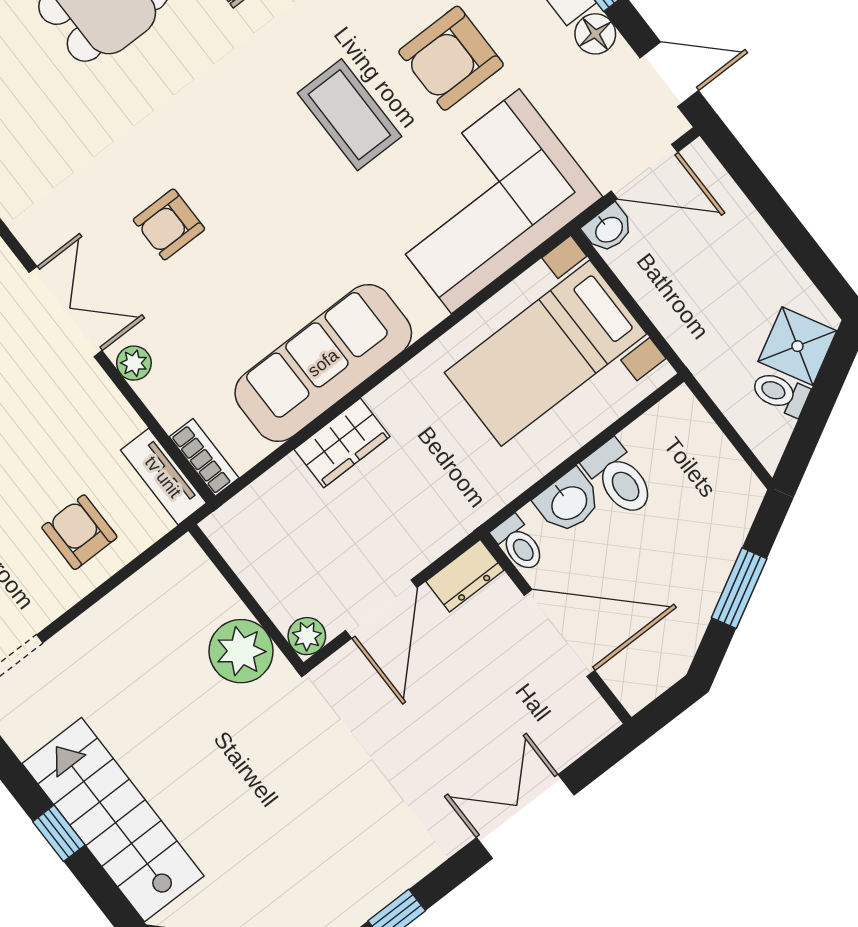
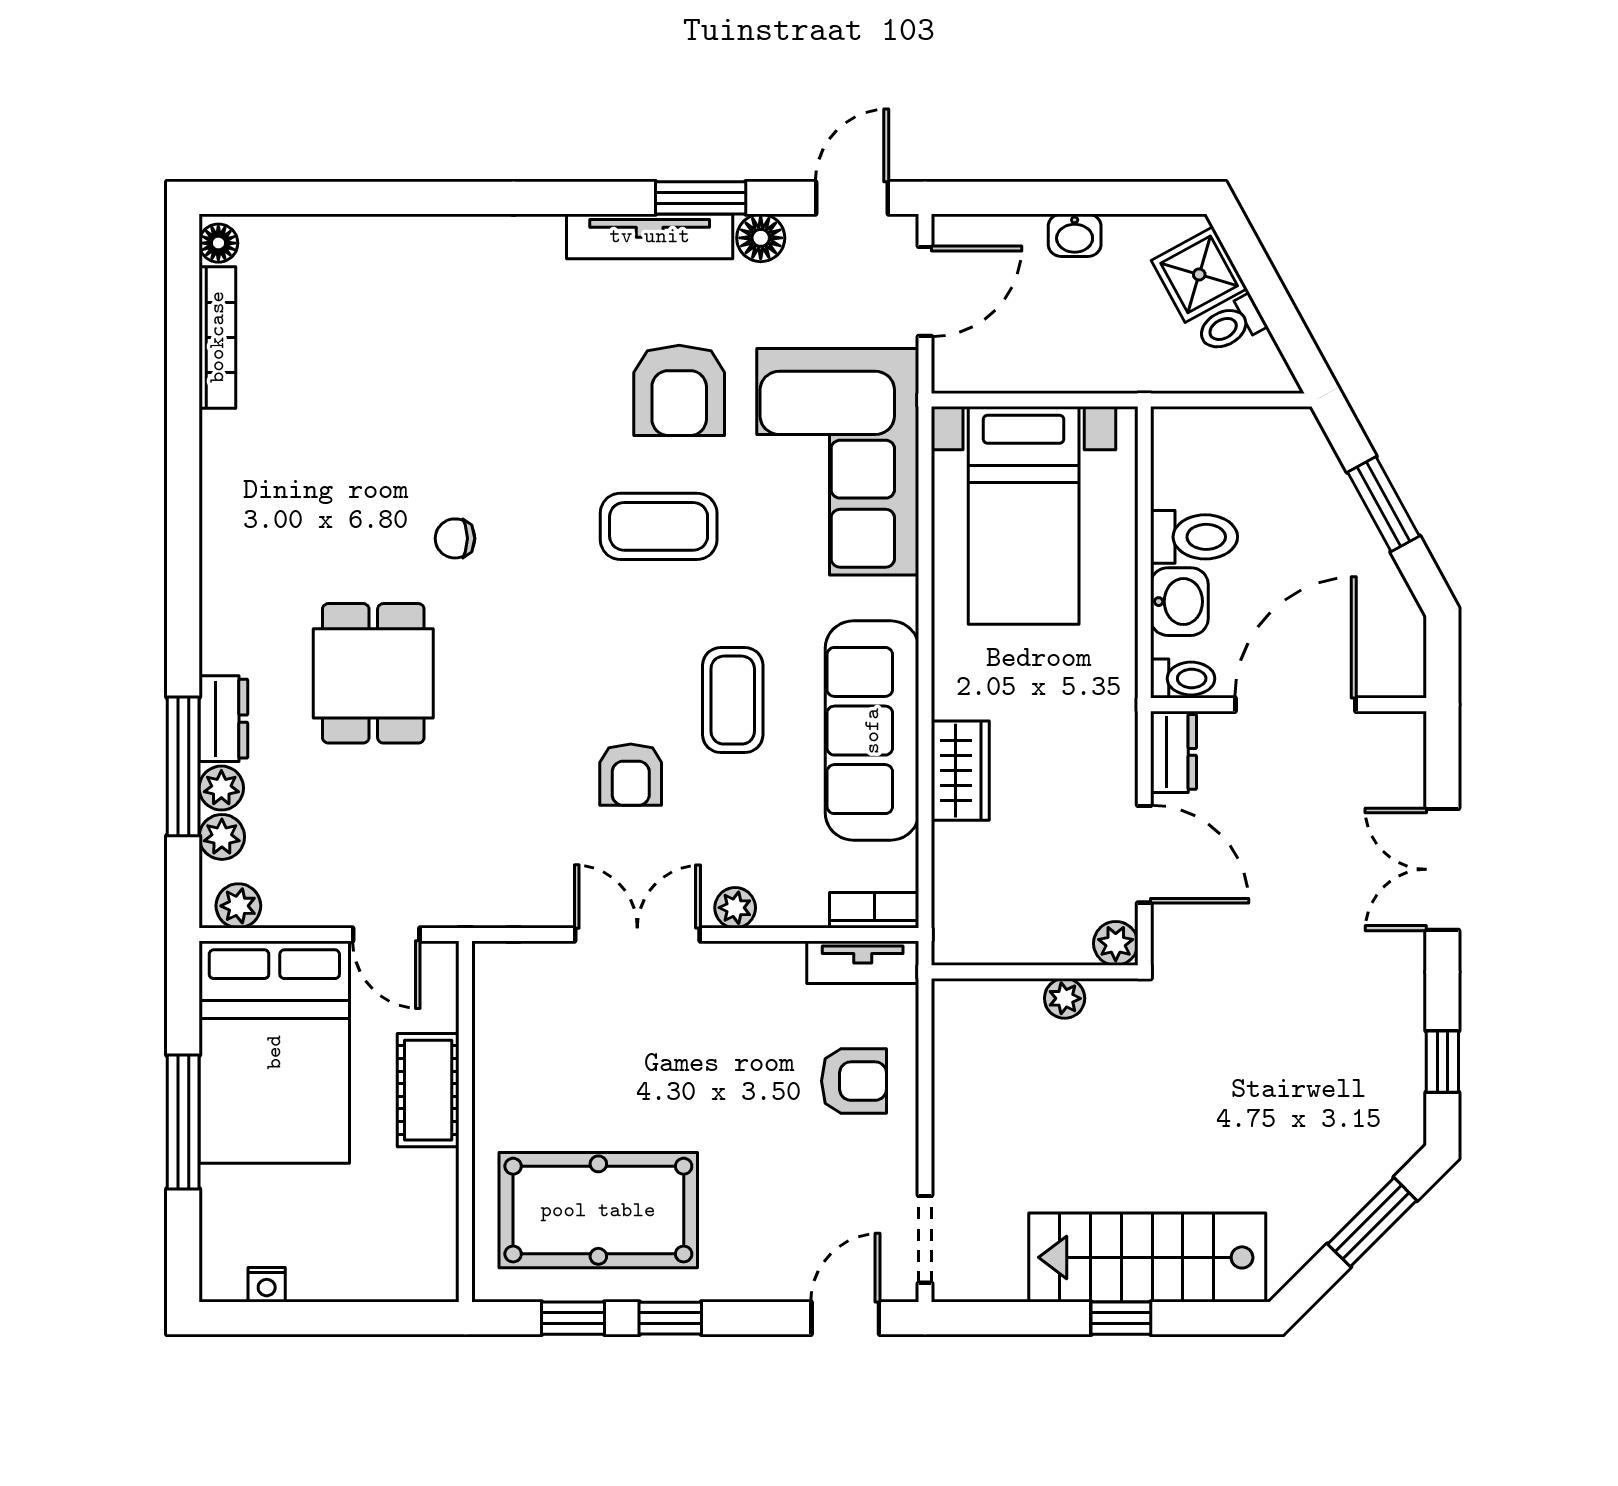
washbasin: (608, 229) -> (1075, 235), moved, turned 90
coffee table: (272, 254) -> (733, 700), added
armchair: (79, 532) -> (854, 1081), turned 180
plant: (241, 651) -> (1065, 998), width x0.53, depth x0.53

